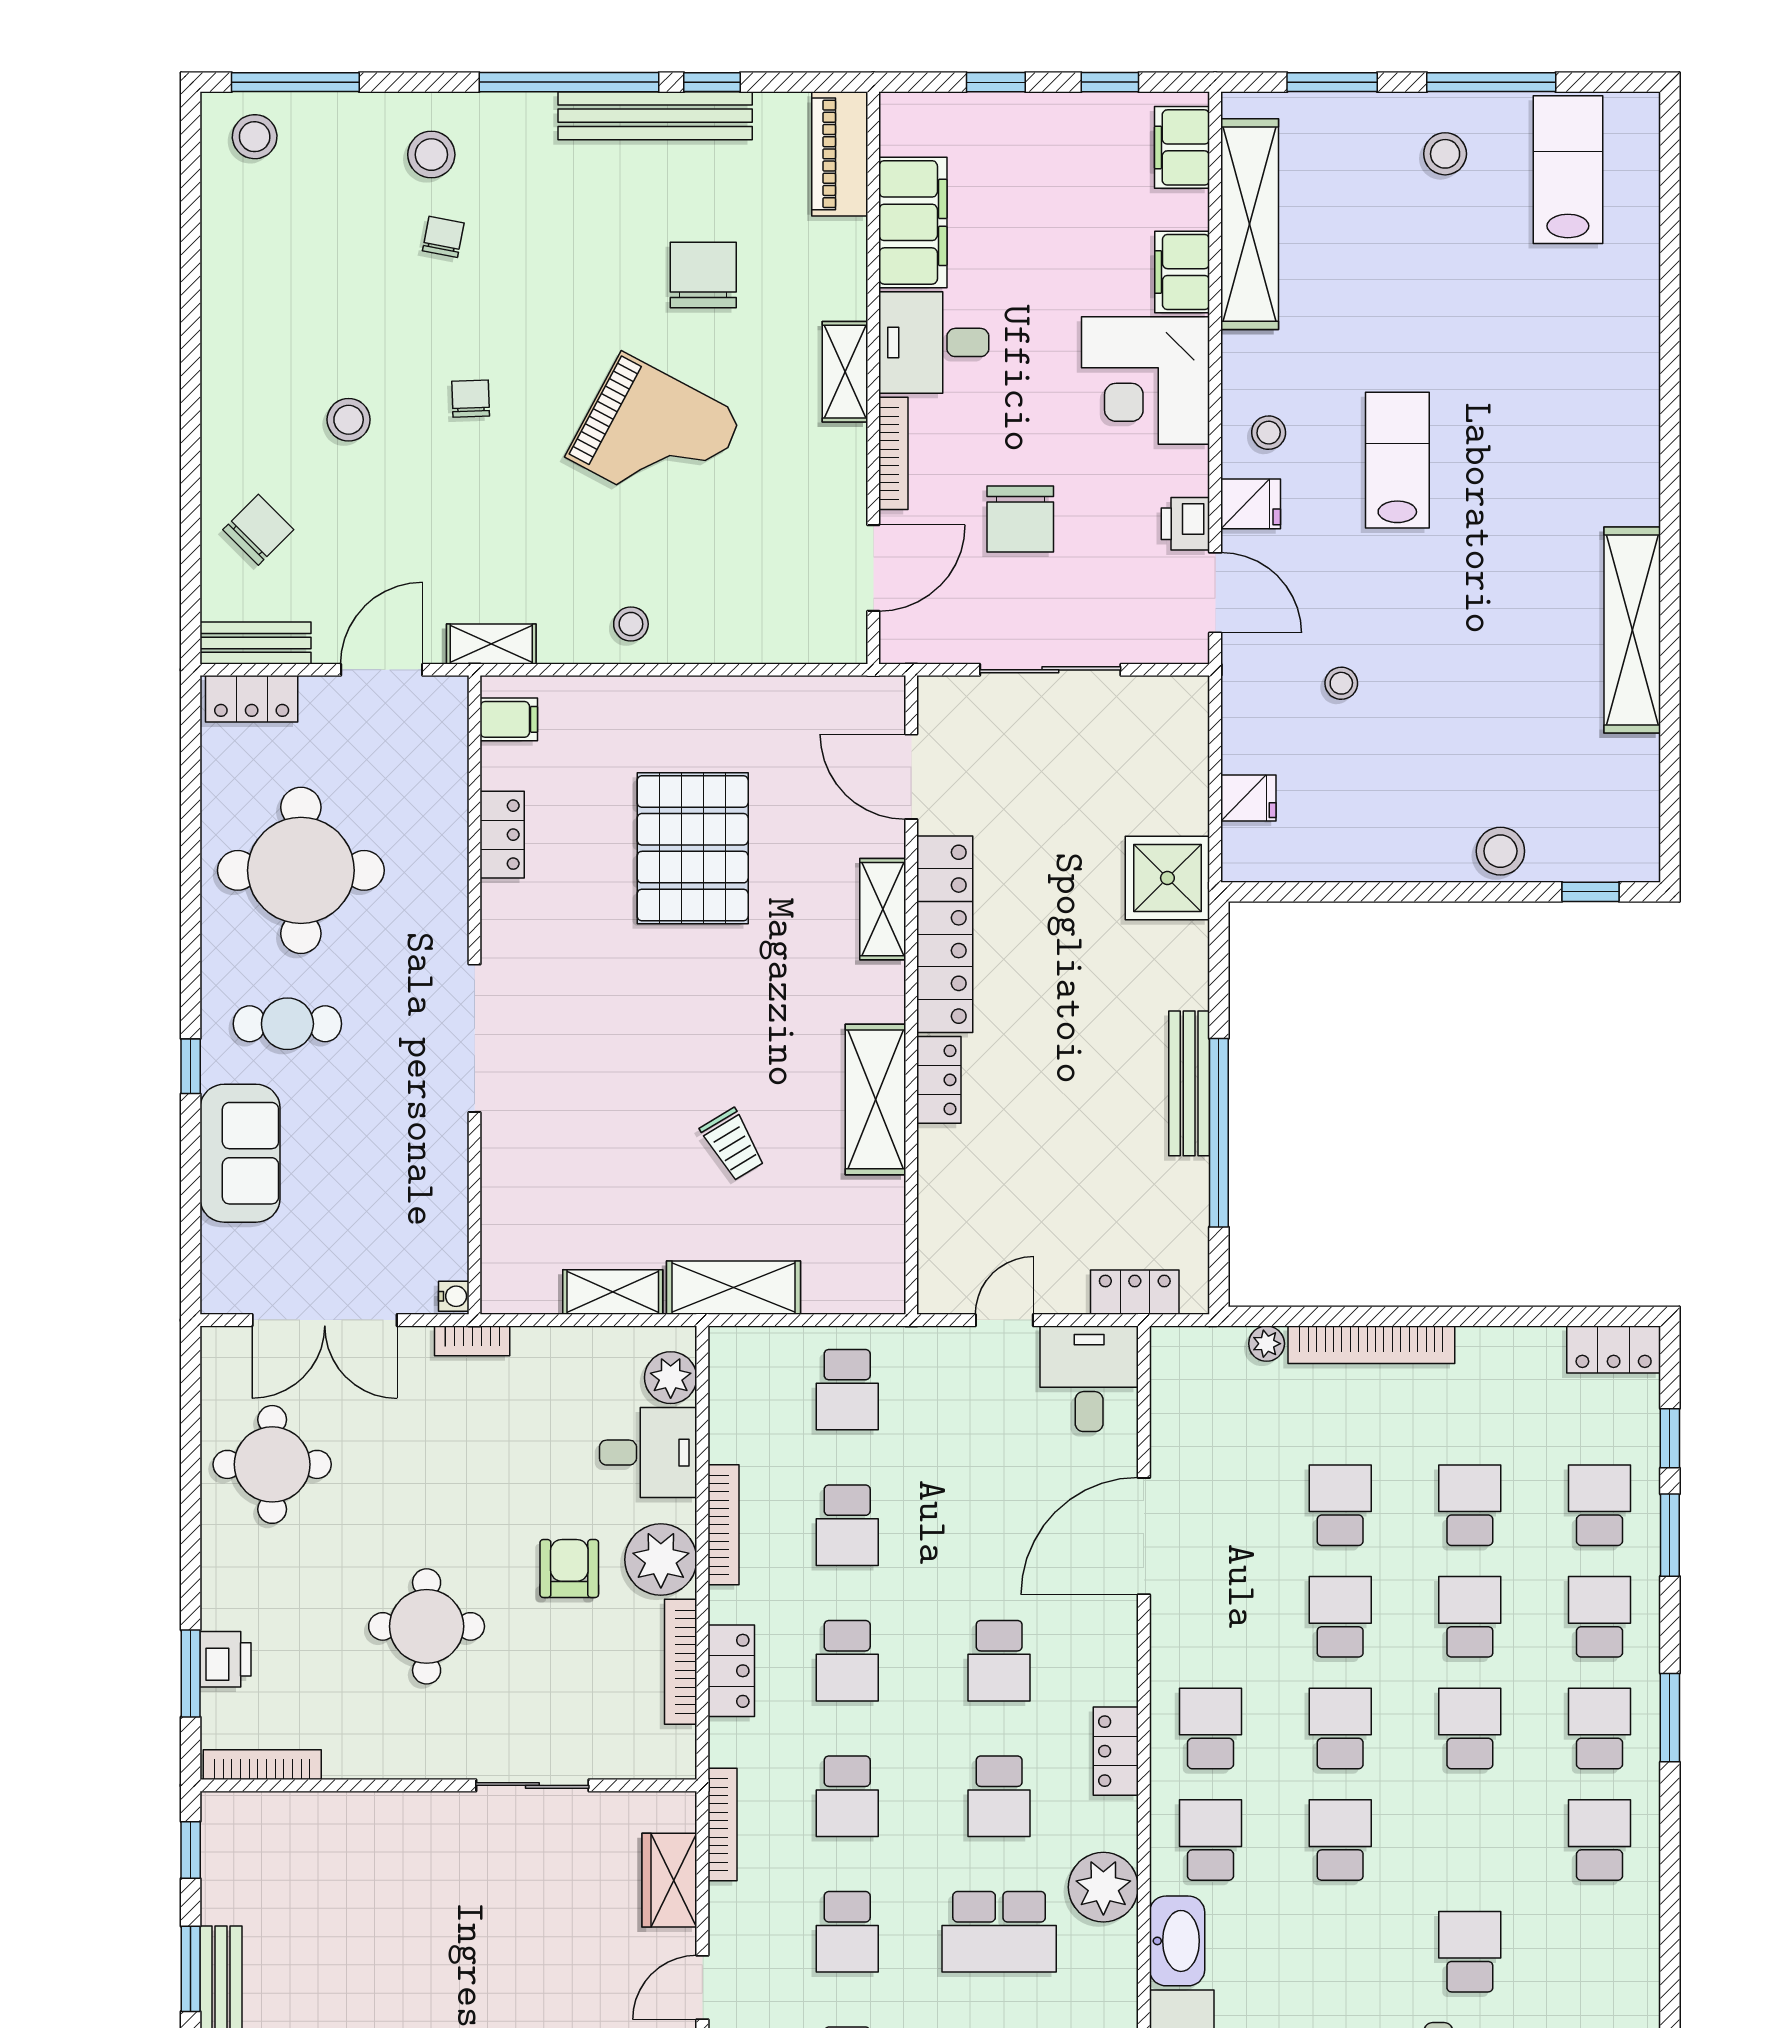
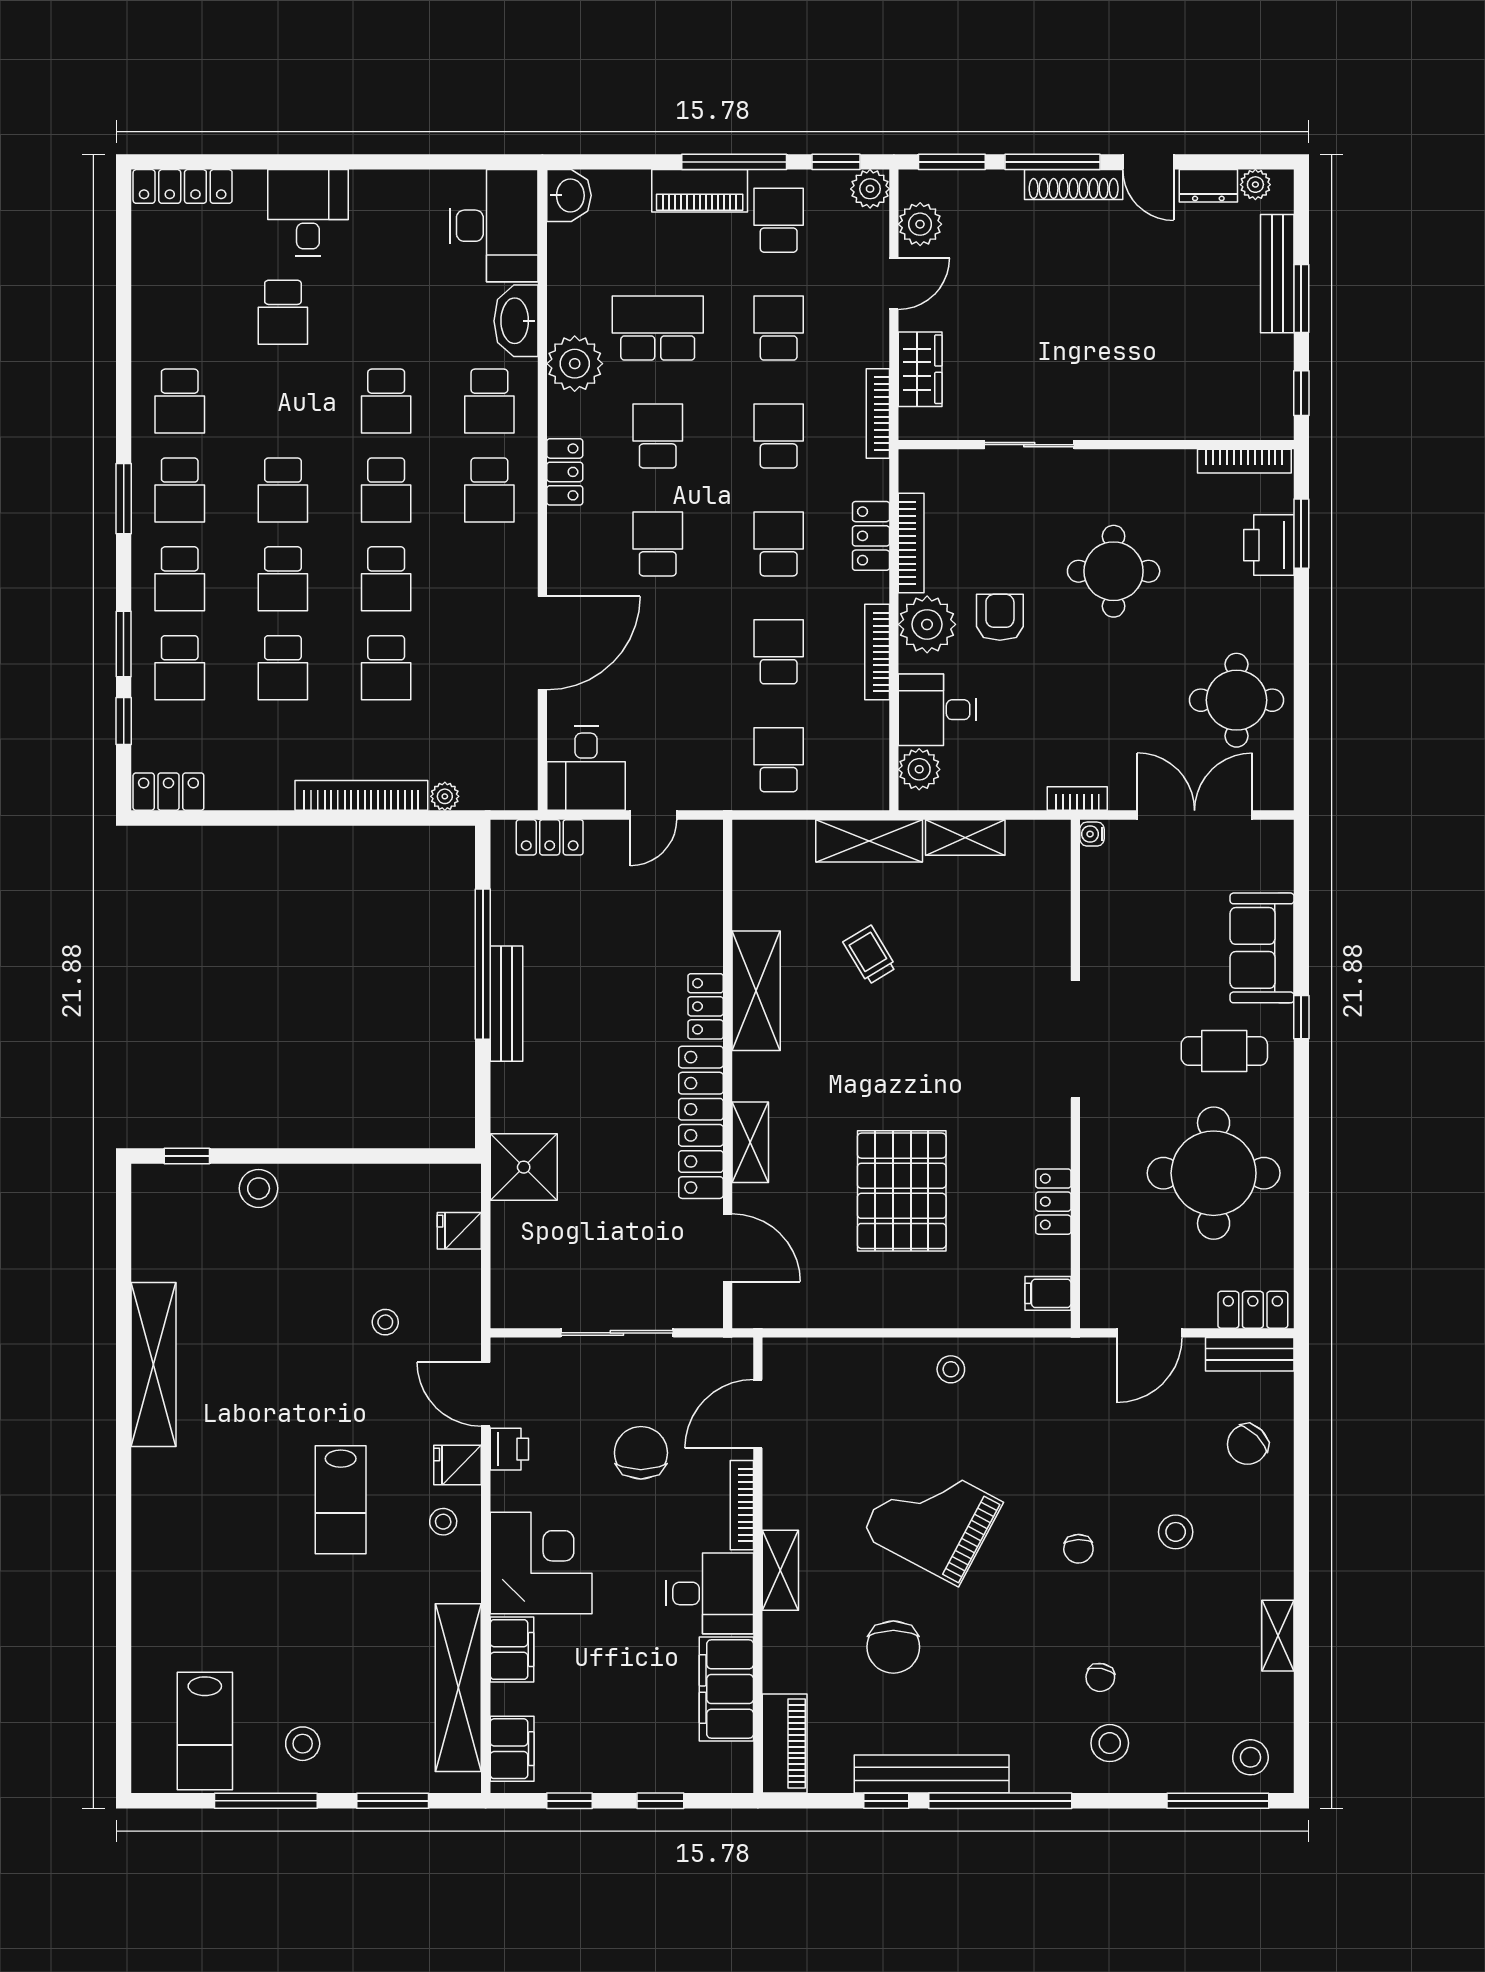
shelving: (491, 644) -> (1278, 1636), moved, turned 90
armchair: (569, 1568) -> (1000, 617), turned 180
printer: (225, 1659) -> (1269, 545), width x1.36, depth x1.24

